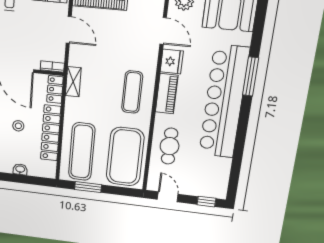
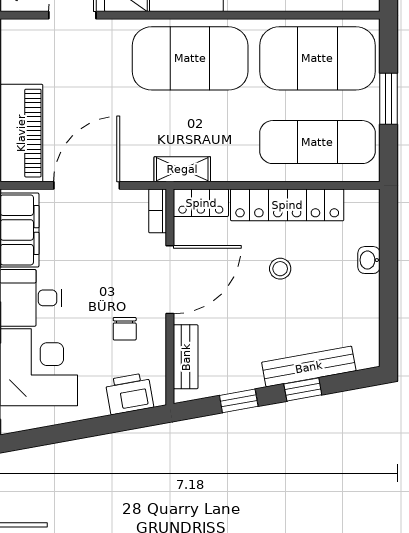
door: (69, 30) -> (87, 185), width x1.36
exercise mat: (132, 92) -> (190, 58), width x2.00, depth x1.45
window: (88, 187) -> (389, 99), moved

